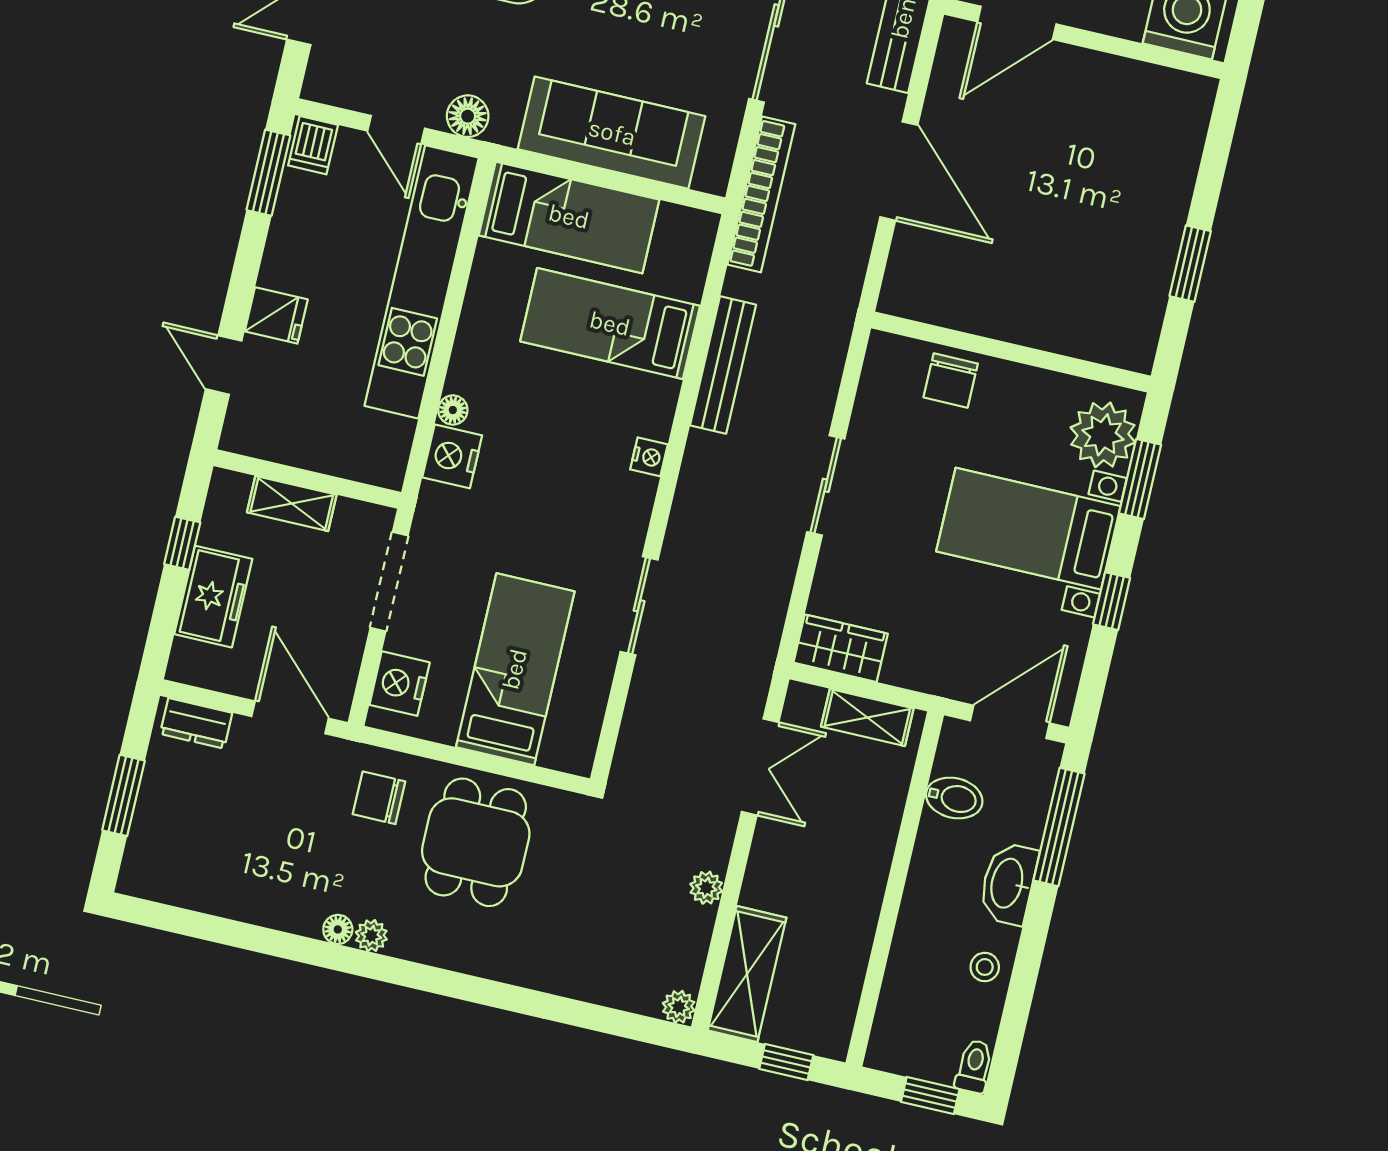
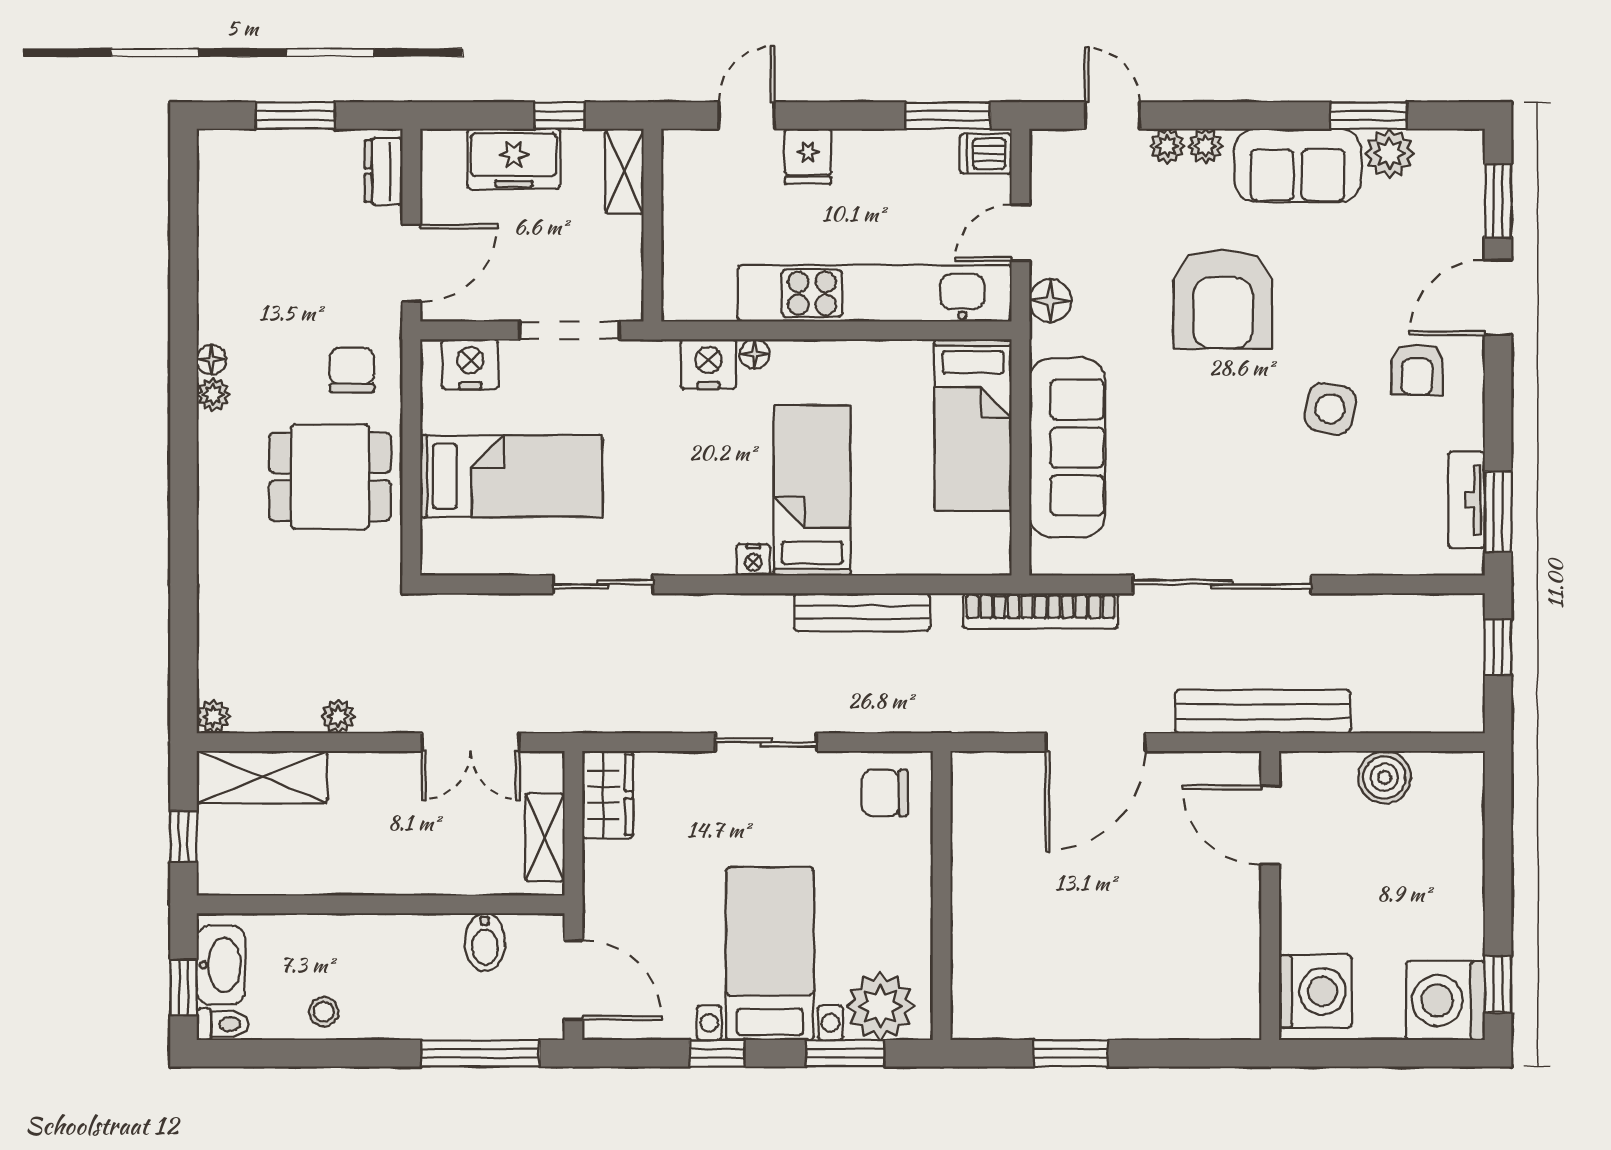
bed: (610, 324) -> (812, 490), moved
chair: (951, 380) -> (885, 793), moved
shelving: (292, 504) -> (624, 171), moved
washbasin: (1008, 883) -> (221, 965), moved, turned 90

